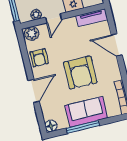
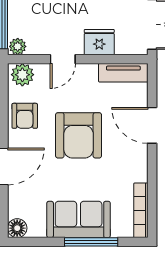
plant: (36, 15) -> (18, 46), moved
armchair: (80, 73) -> (79, 135), moved
window: (83, 127) -> (91, 242), moved

